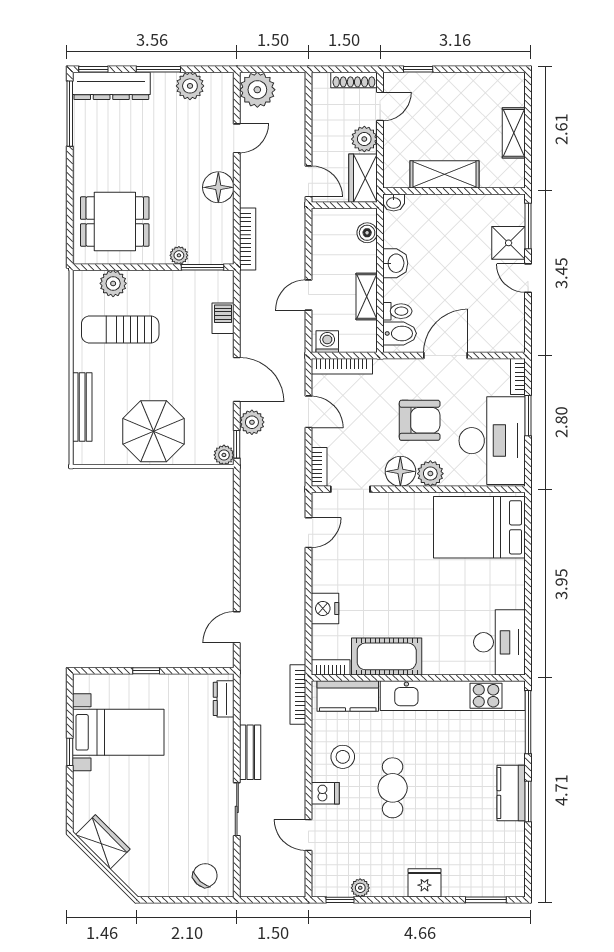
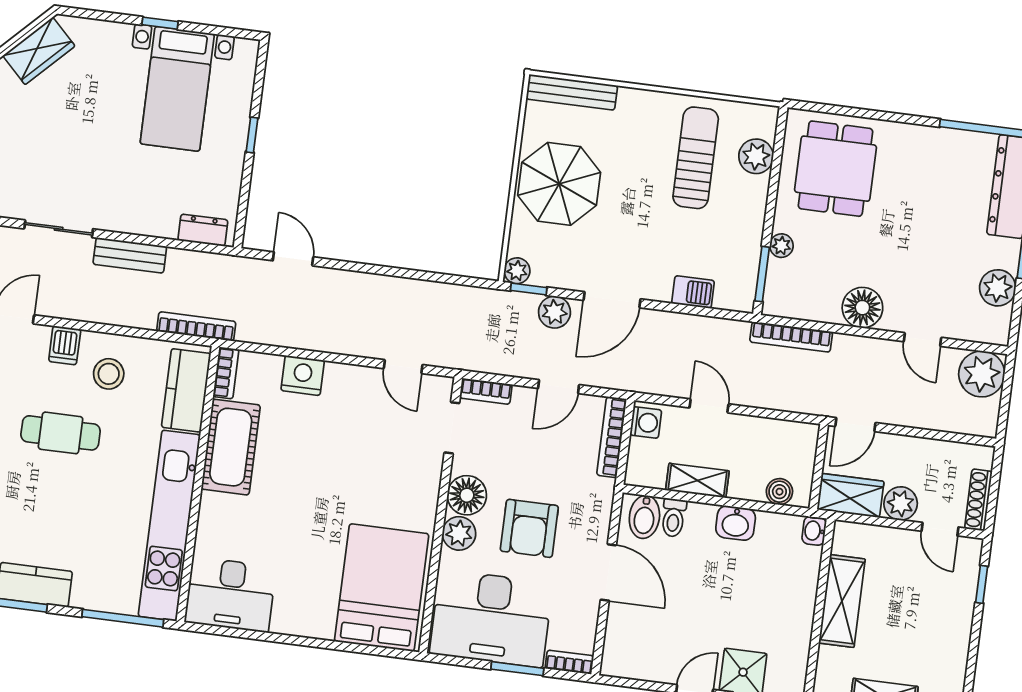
bench: (82, 407) -> (572, 92), moved

